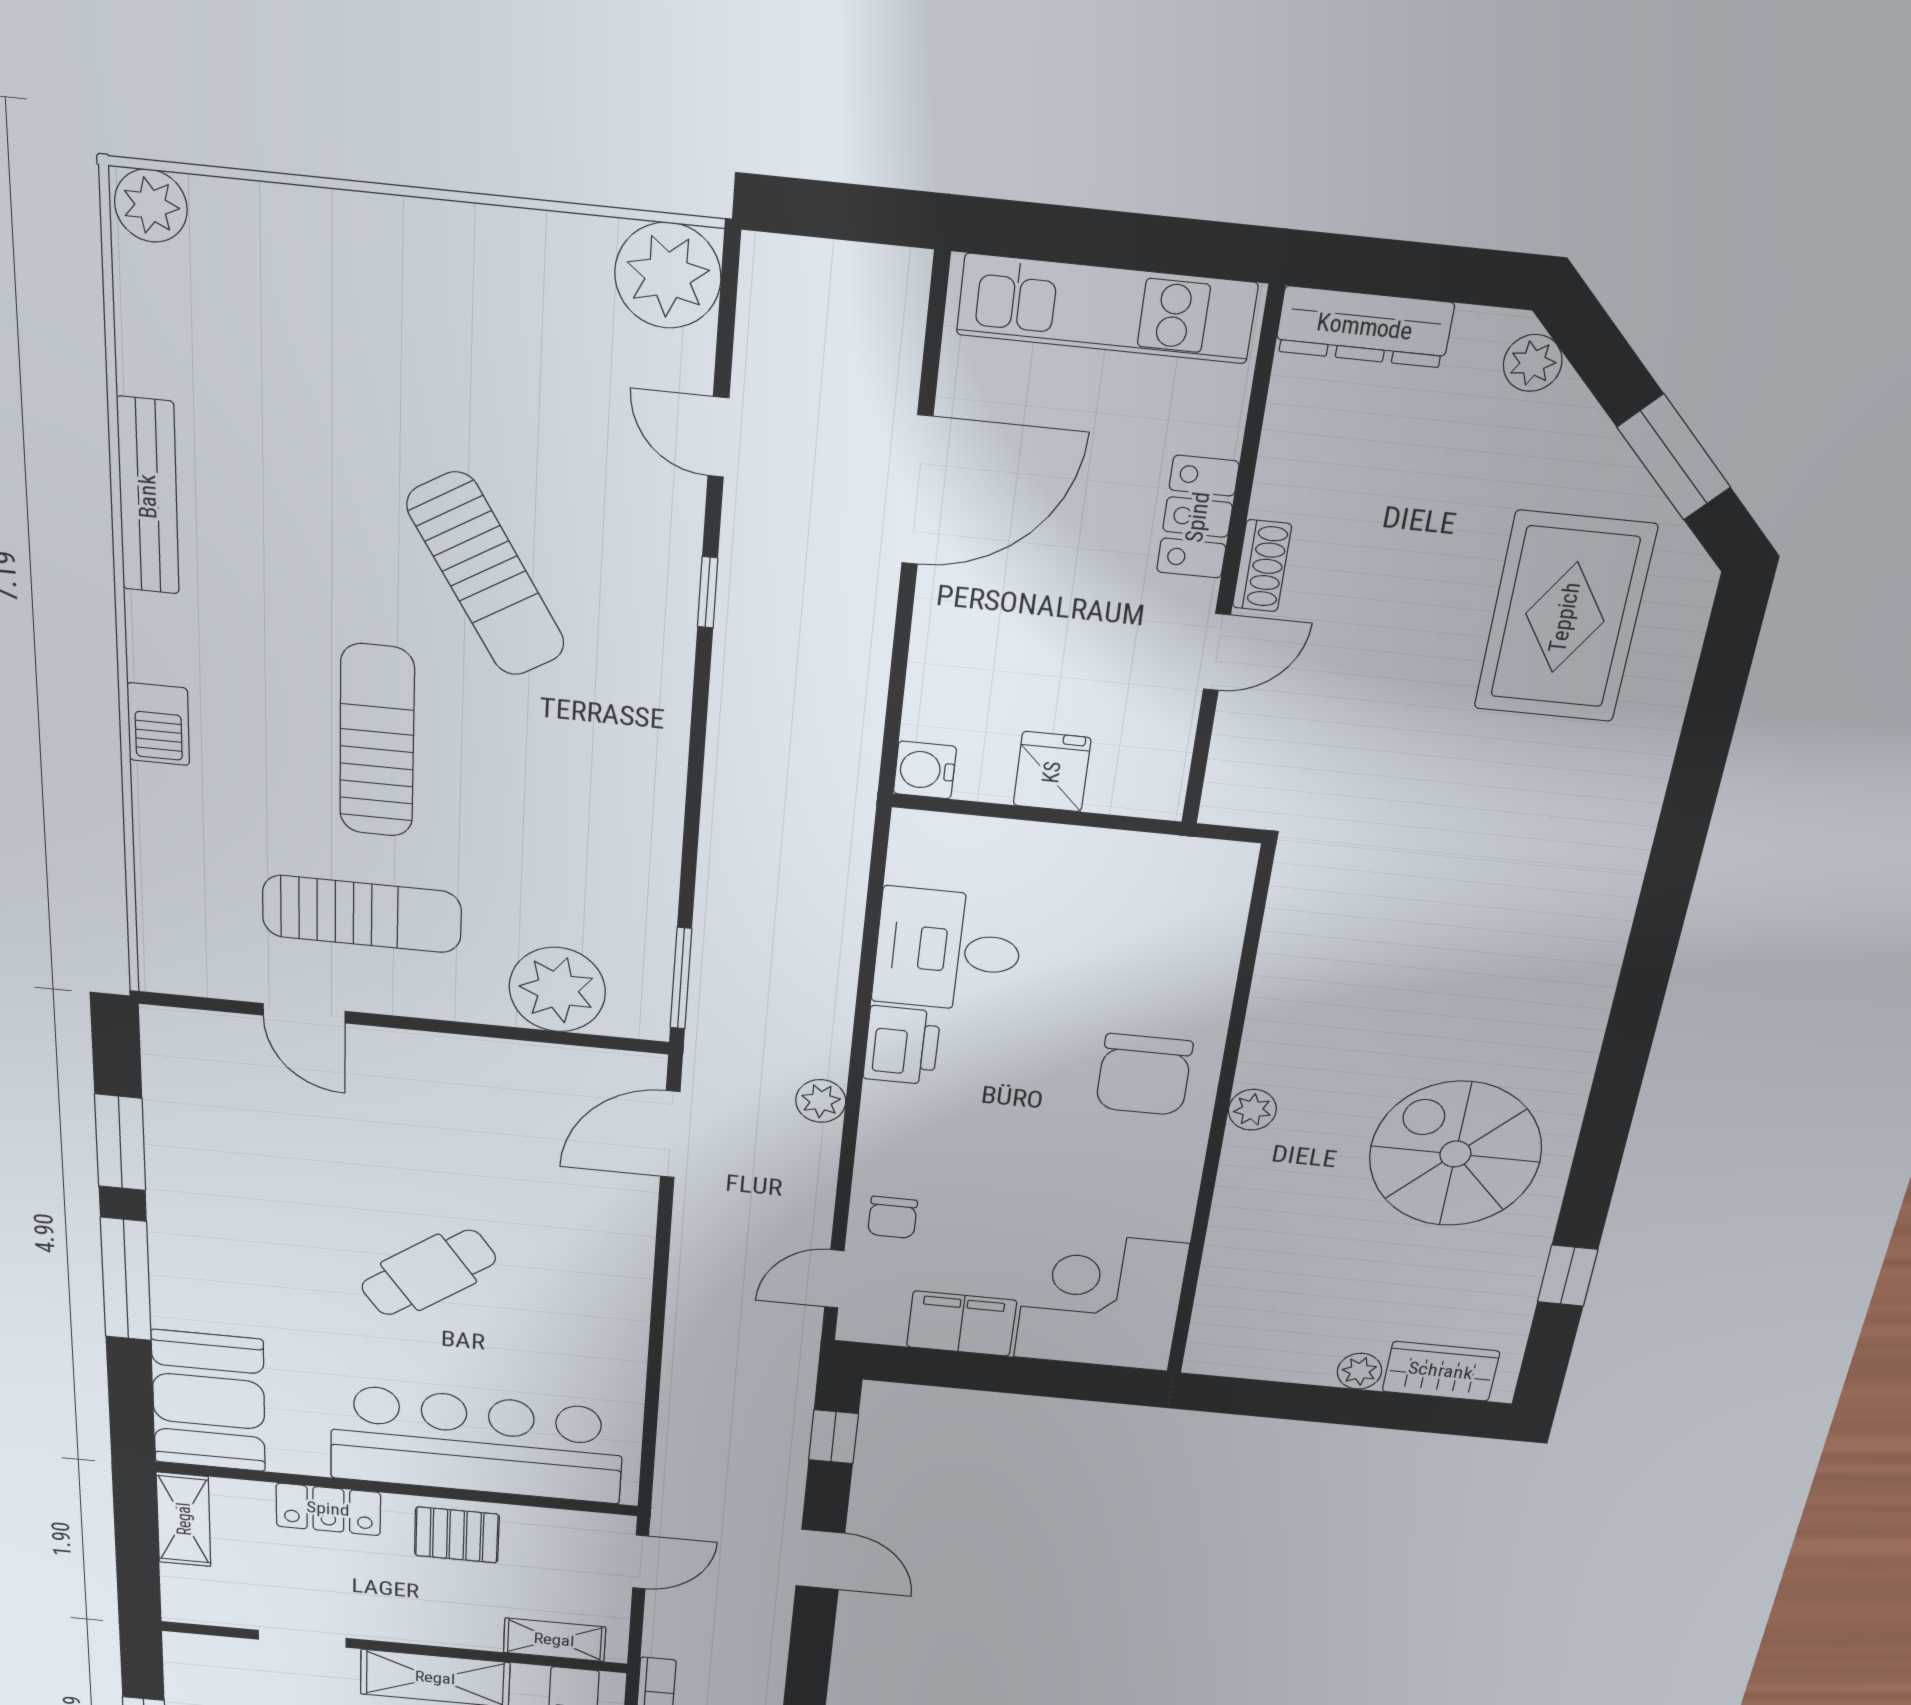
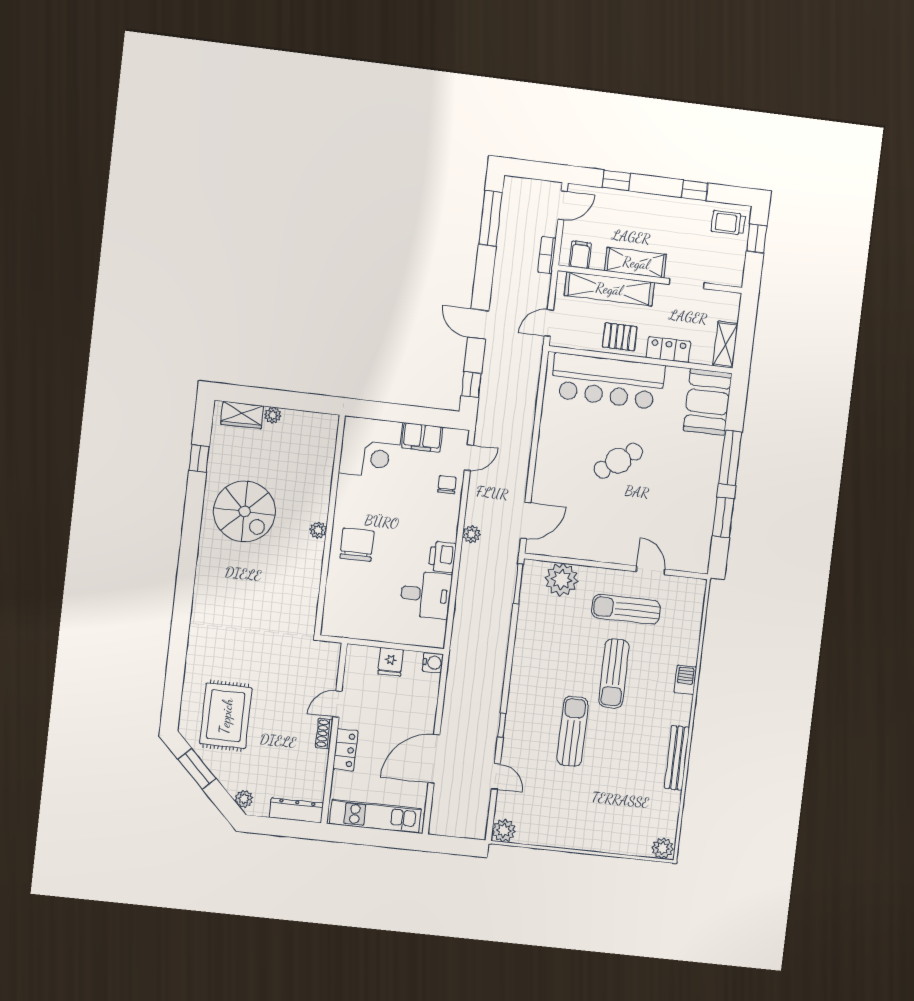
plant: (668, 275) -> (504, 831), width x0.73, depth x0.73
sun lounger: (486, 575) -> (573, 731), turned 31
shelving: (554, 1640) -> (609, 289), width x2.20, depth x1.33

